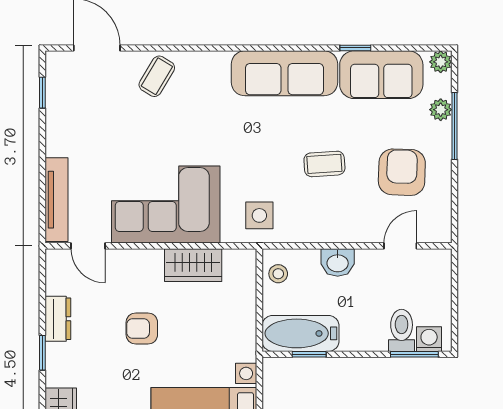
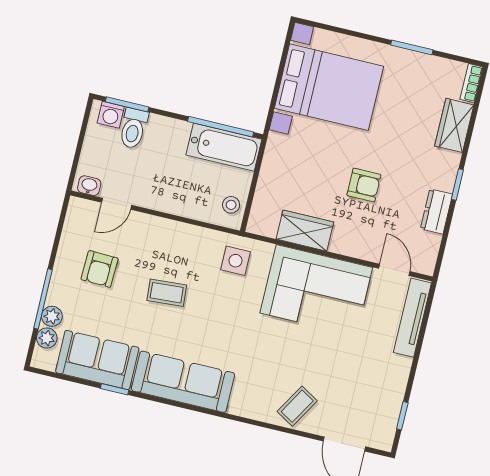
plant: (441, 62) -> (47, 338), moved
armchair: (402, 172) -> (100, 269), width x0.72, depth x0.72
washbasin: (338, 262) -> (89, 186), moved, width x0.72, depth x0.69
window: (309, 354) -> (221, 127), width x2.17

